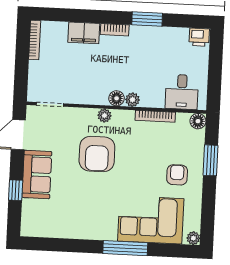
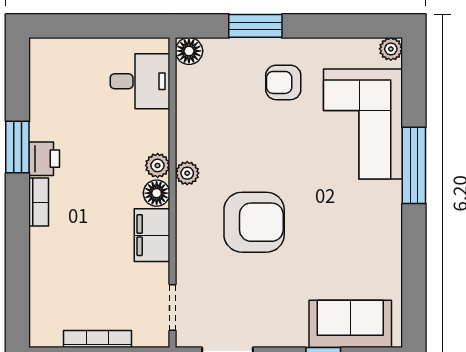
filing cabinet: (84, 33) -> (152, 235), moved, turned 180
printer: (199, 37) -> (44, 159), moved
bookcase: (35, 40) -> (97, 339), moved
plant: (104, 116) -> (187, 173), moved
bookcase: (155, 116) -> (184, 125), removed
sofa: (37, 175) -> (350, 324), moved

